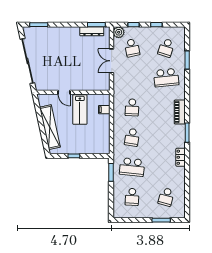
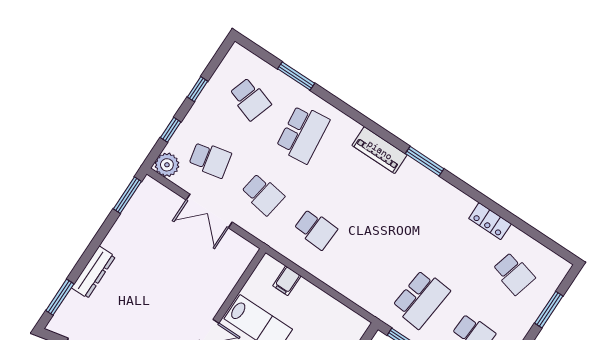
dresser: (92, 31) -> (93, 272), moved
school desk: (132, 137) -> (263, 194), moved
locker: (181, 157) -> (490, 221), moved

